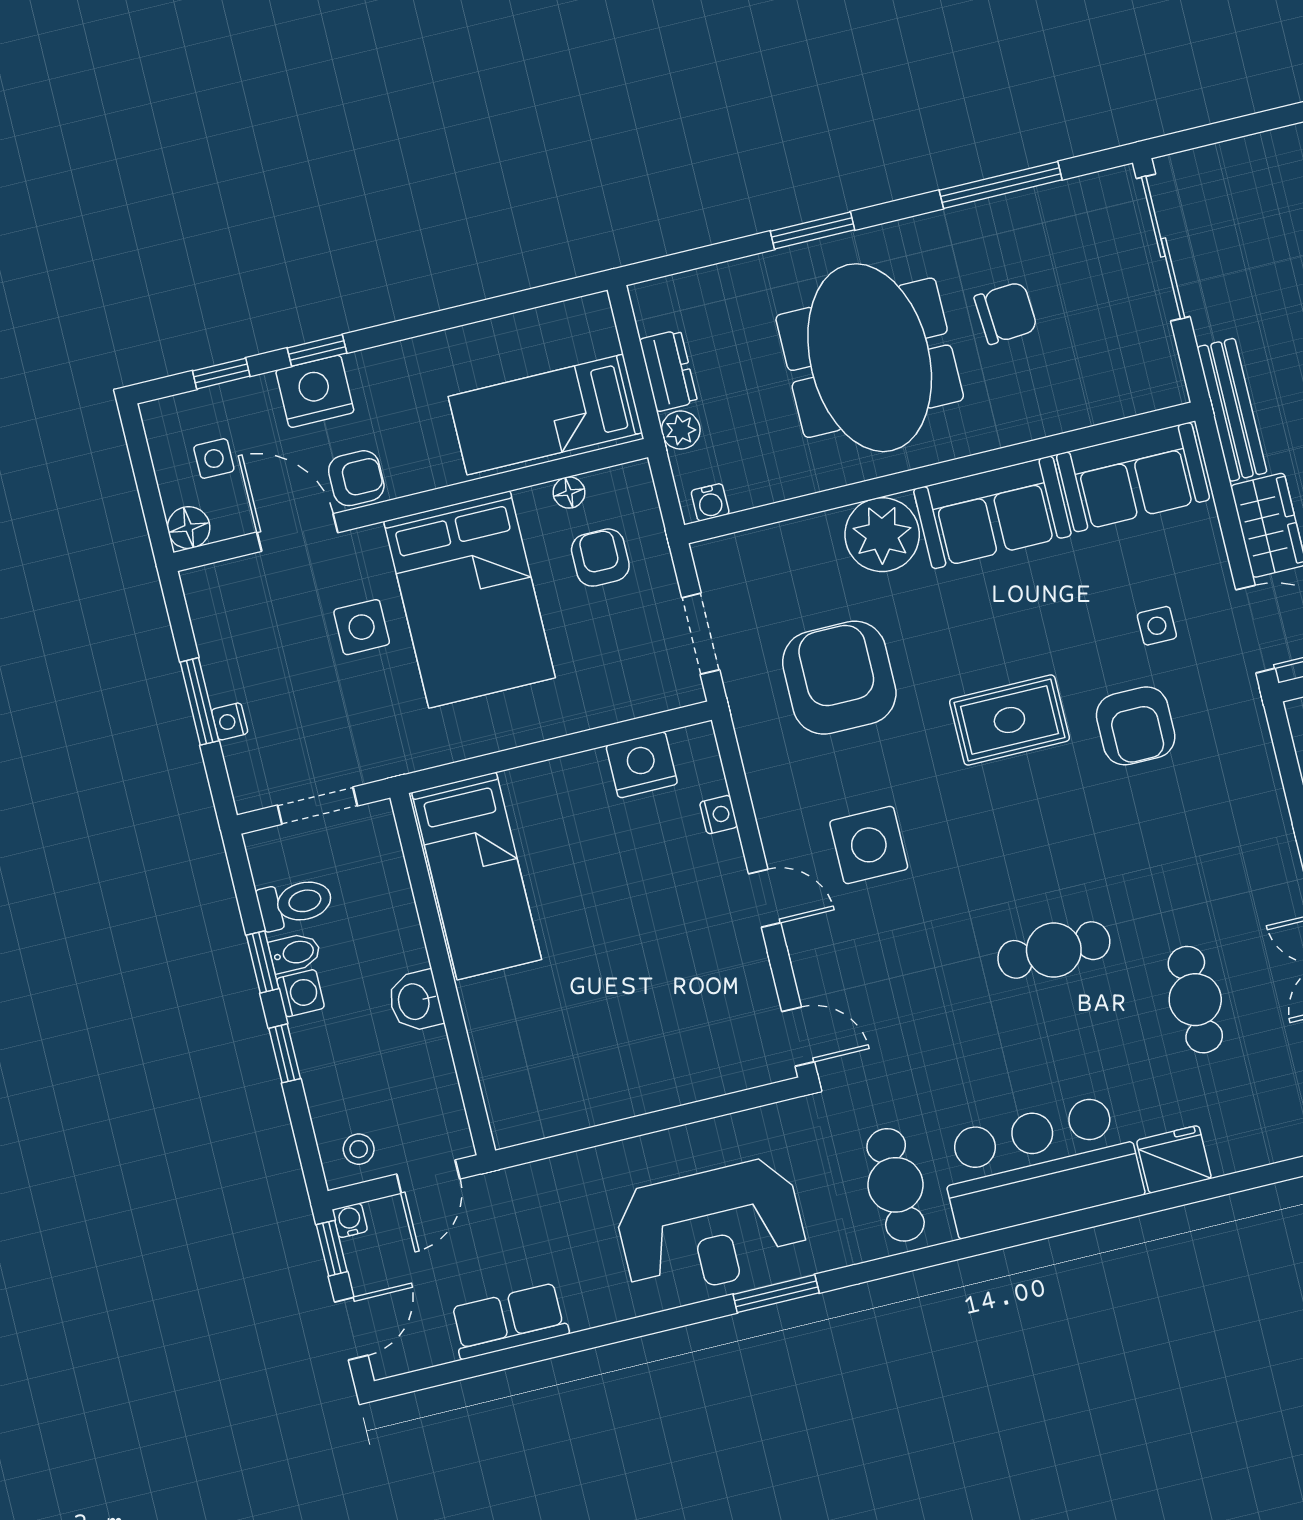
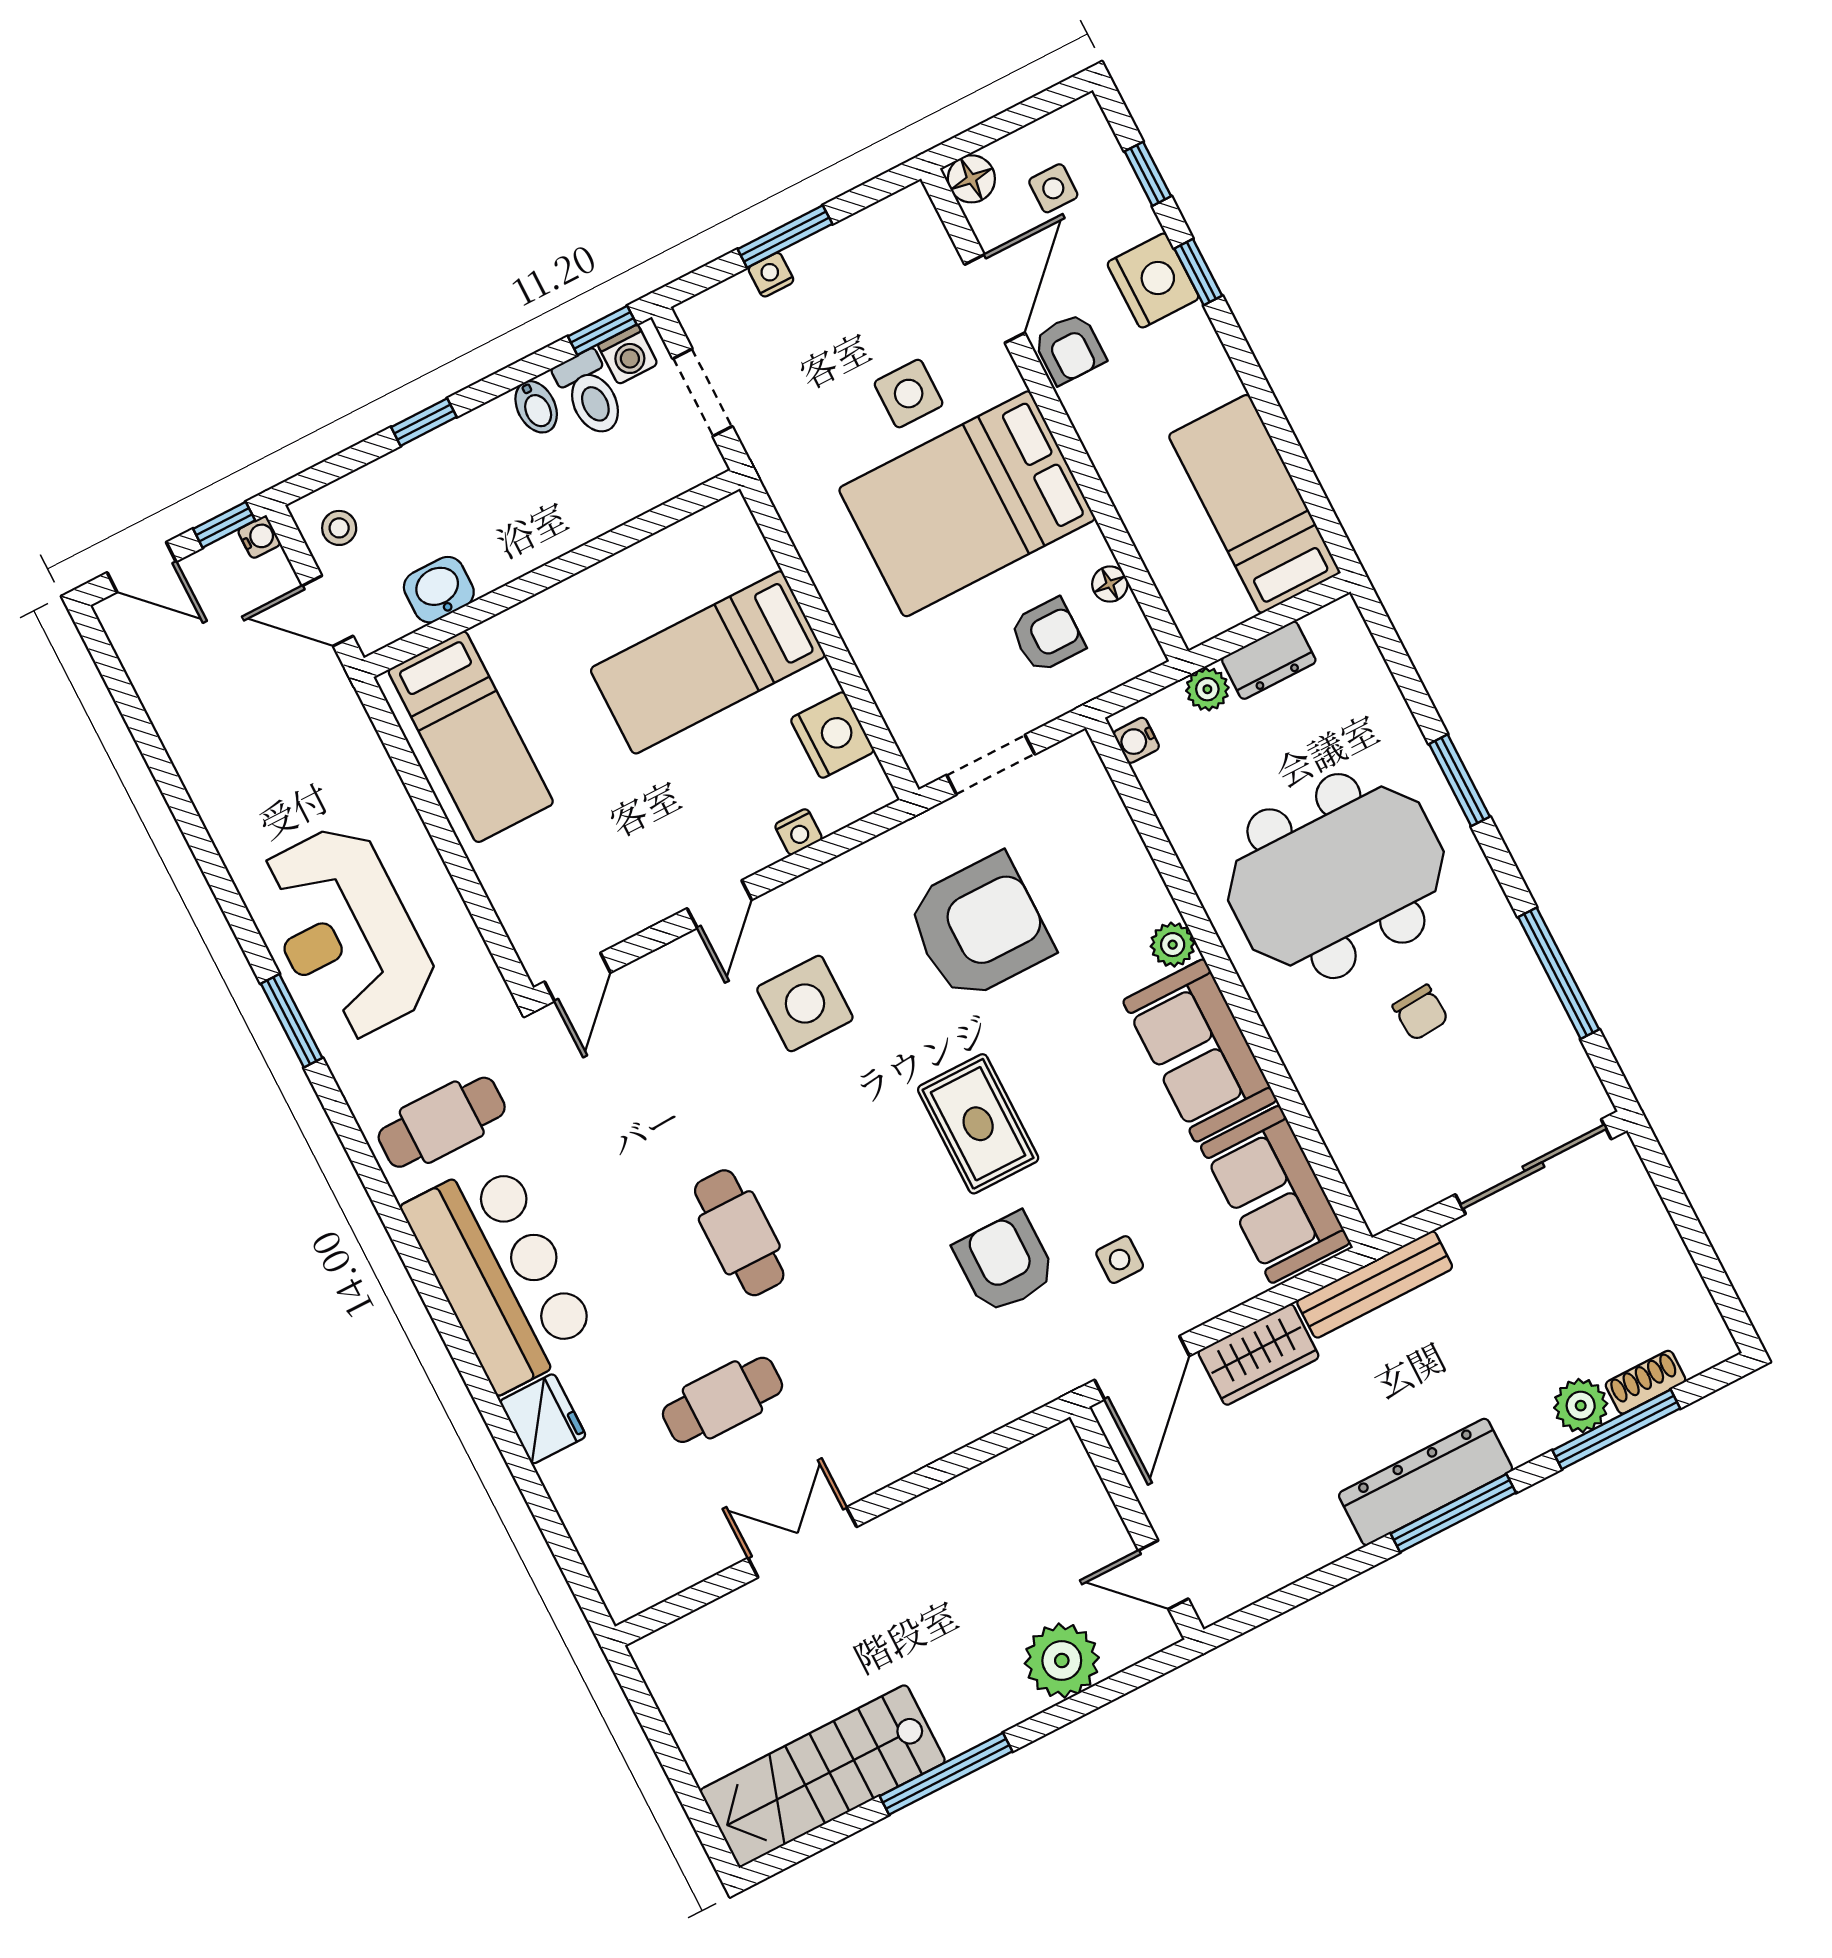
chair: (1006, 313) -> (1421, 1013), width x0.73, depth x0.73
bed: (545, 415) -> (1254, 504), moved
plant: (882, 535) -> (1173, 945), width x0.53, depth x0.53
armchair: (1136, 726) -> (1005, 1263), turned 90
bed: (477, 876) -> (708, 662), moved
window: (262, 962) -> (602, 330), moved
washing machine: (300, 993) -> (628, 354), moved
washbasin: (415, 1001) -> (439, 590), moved
bed: (567, 1079) -> (471, 737), added
row of seats: (509, 1321) -> (191, 737), removed

